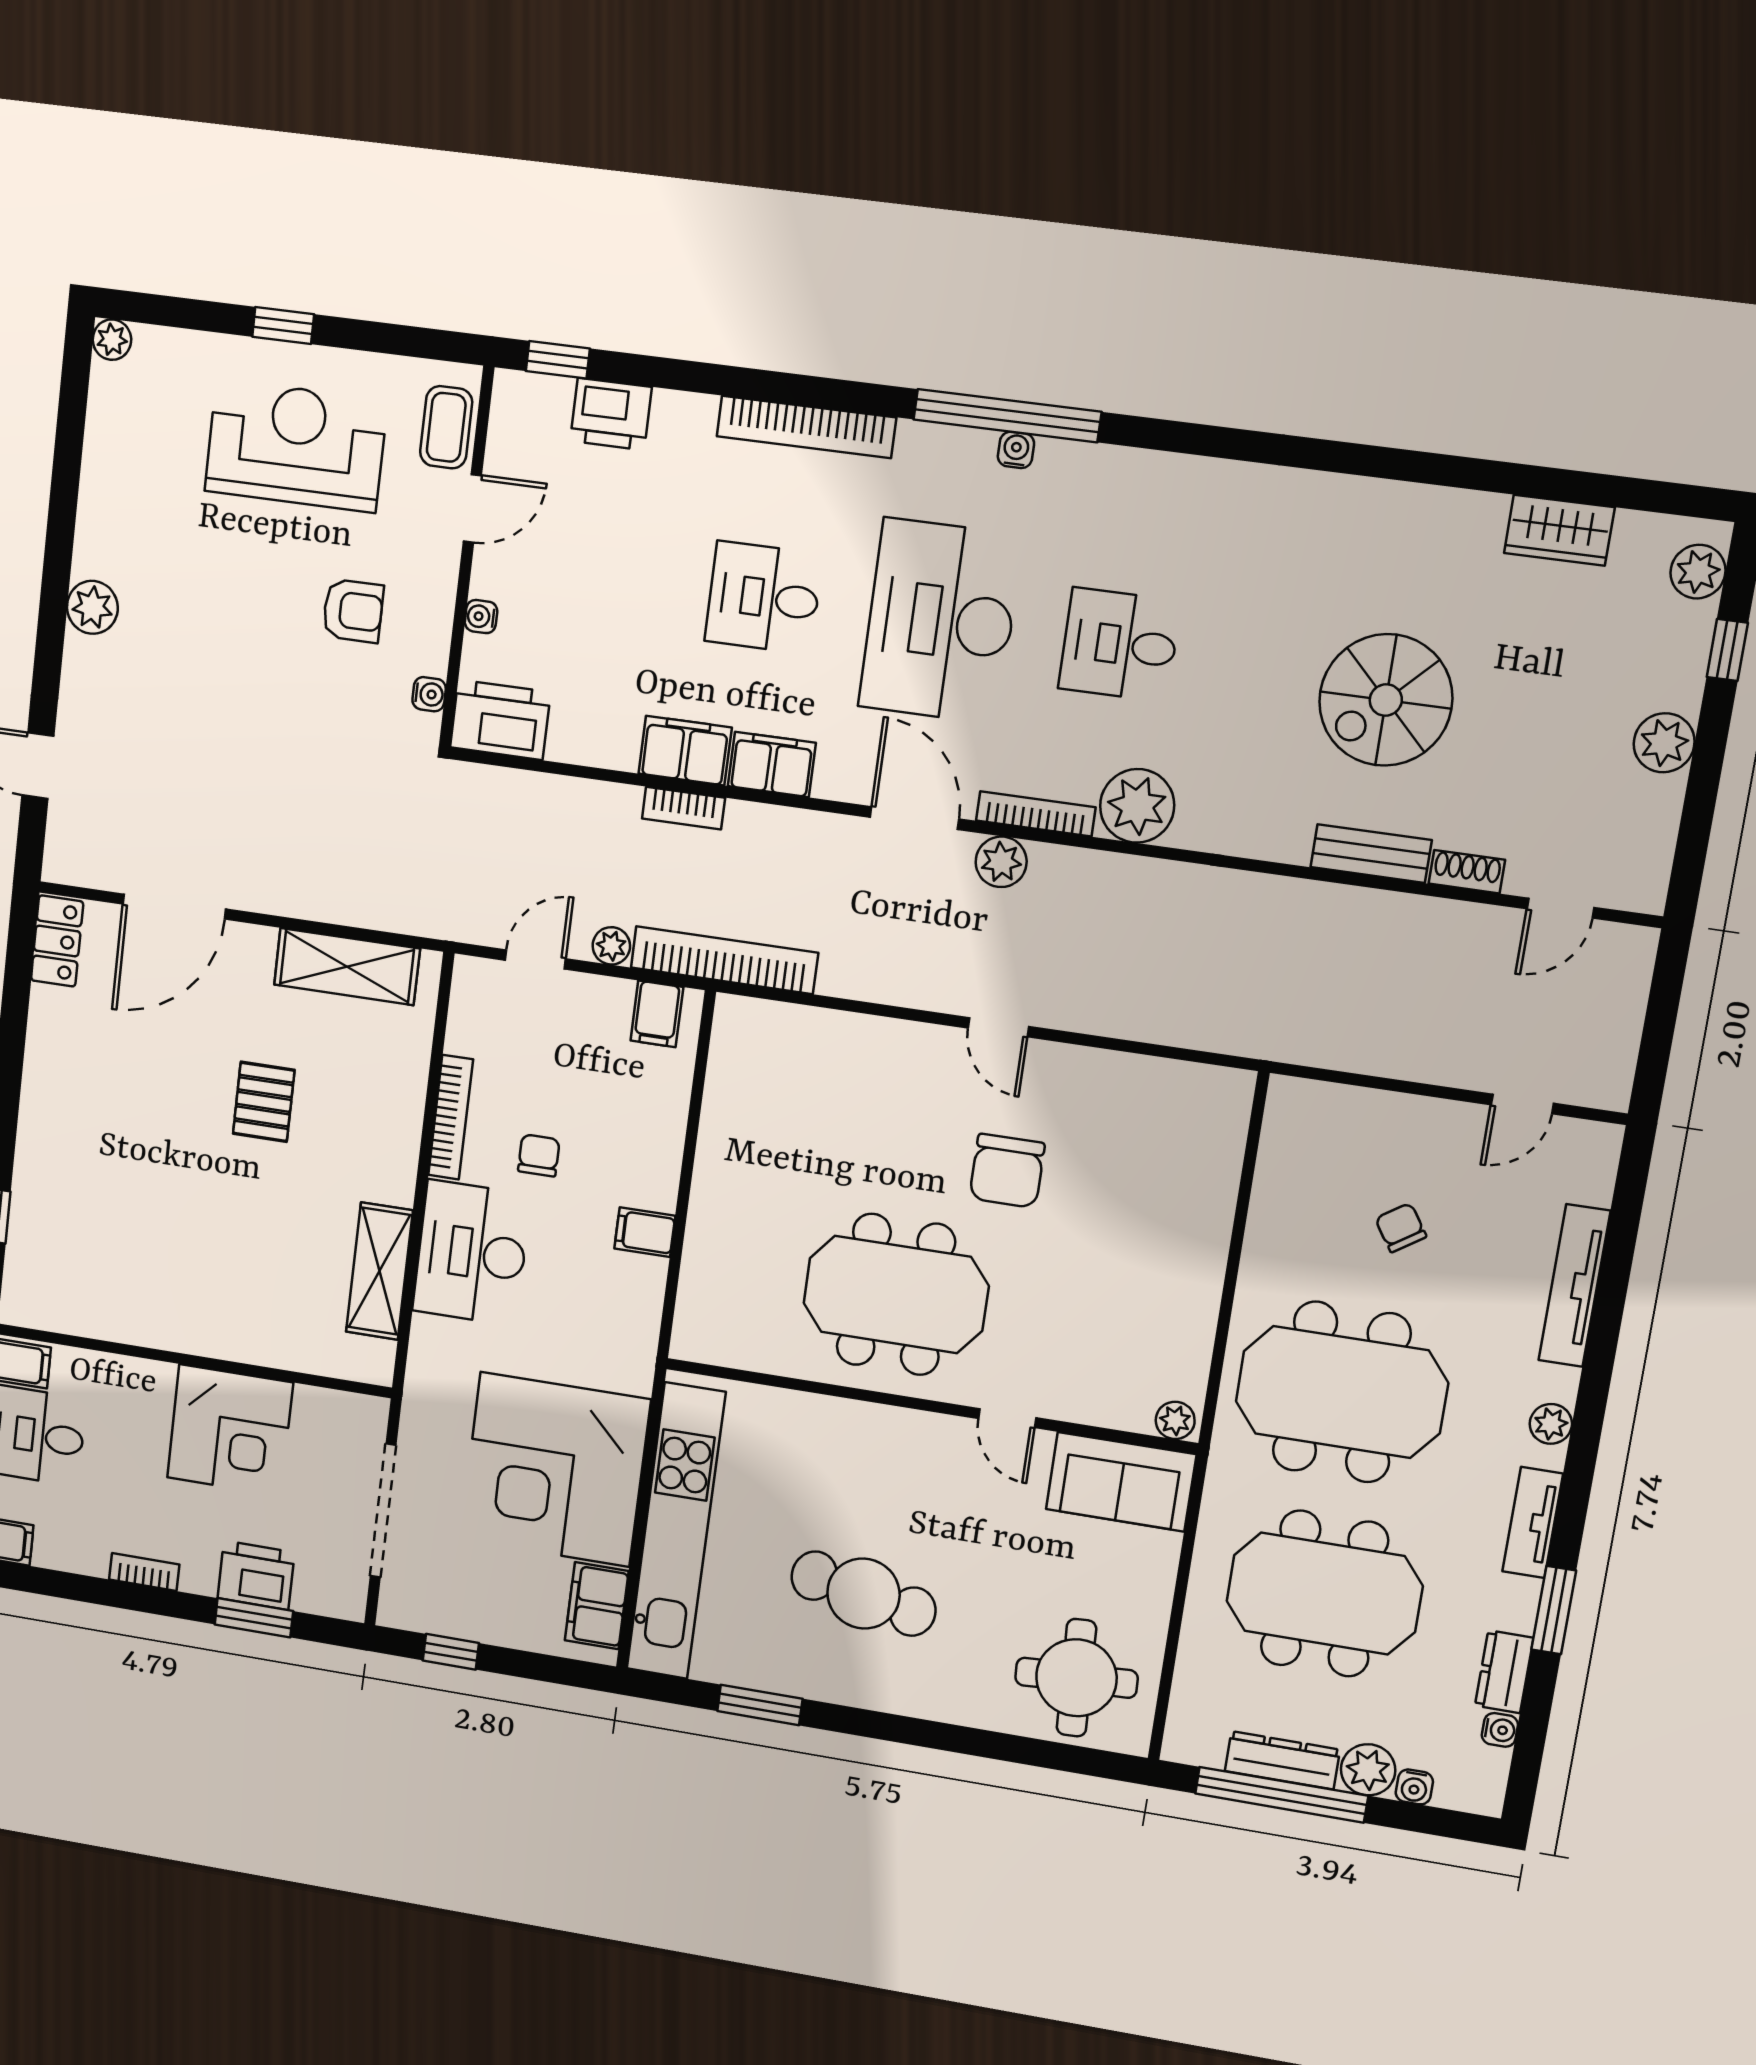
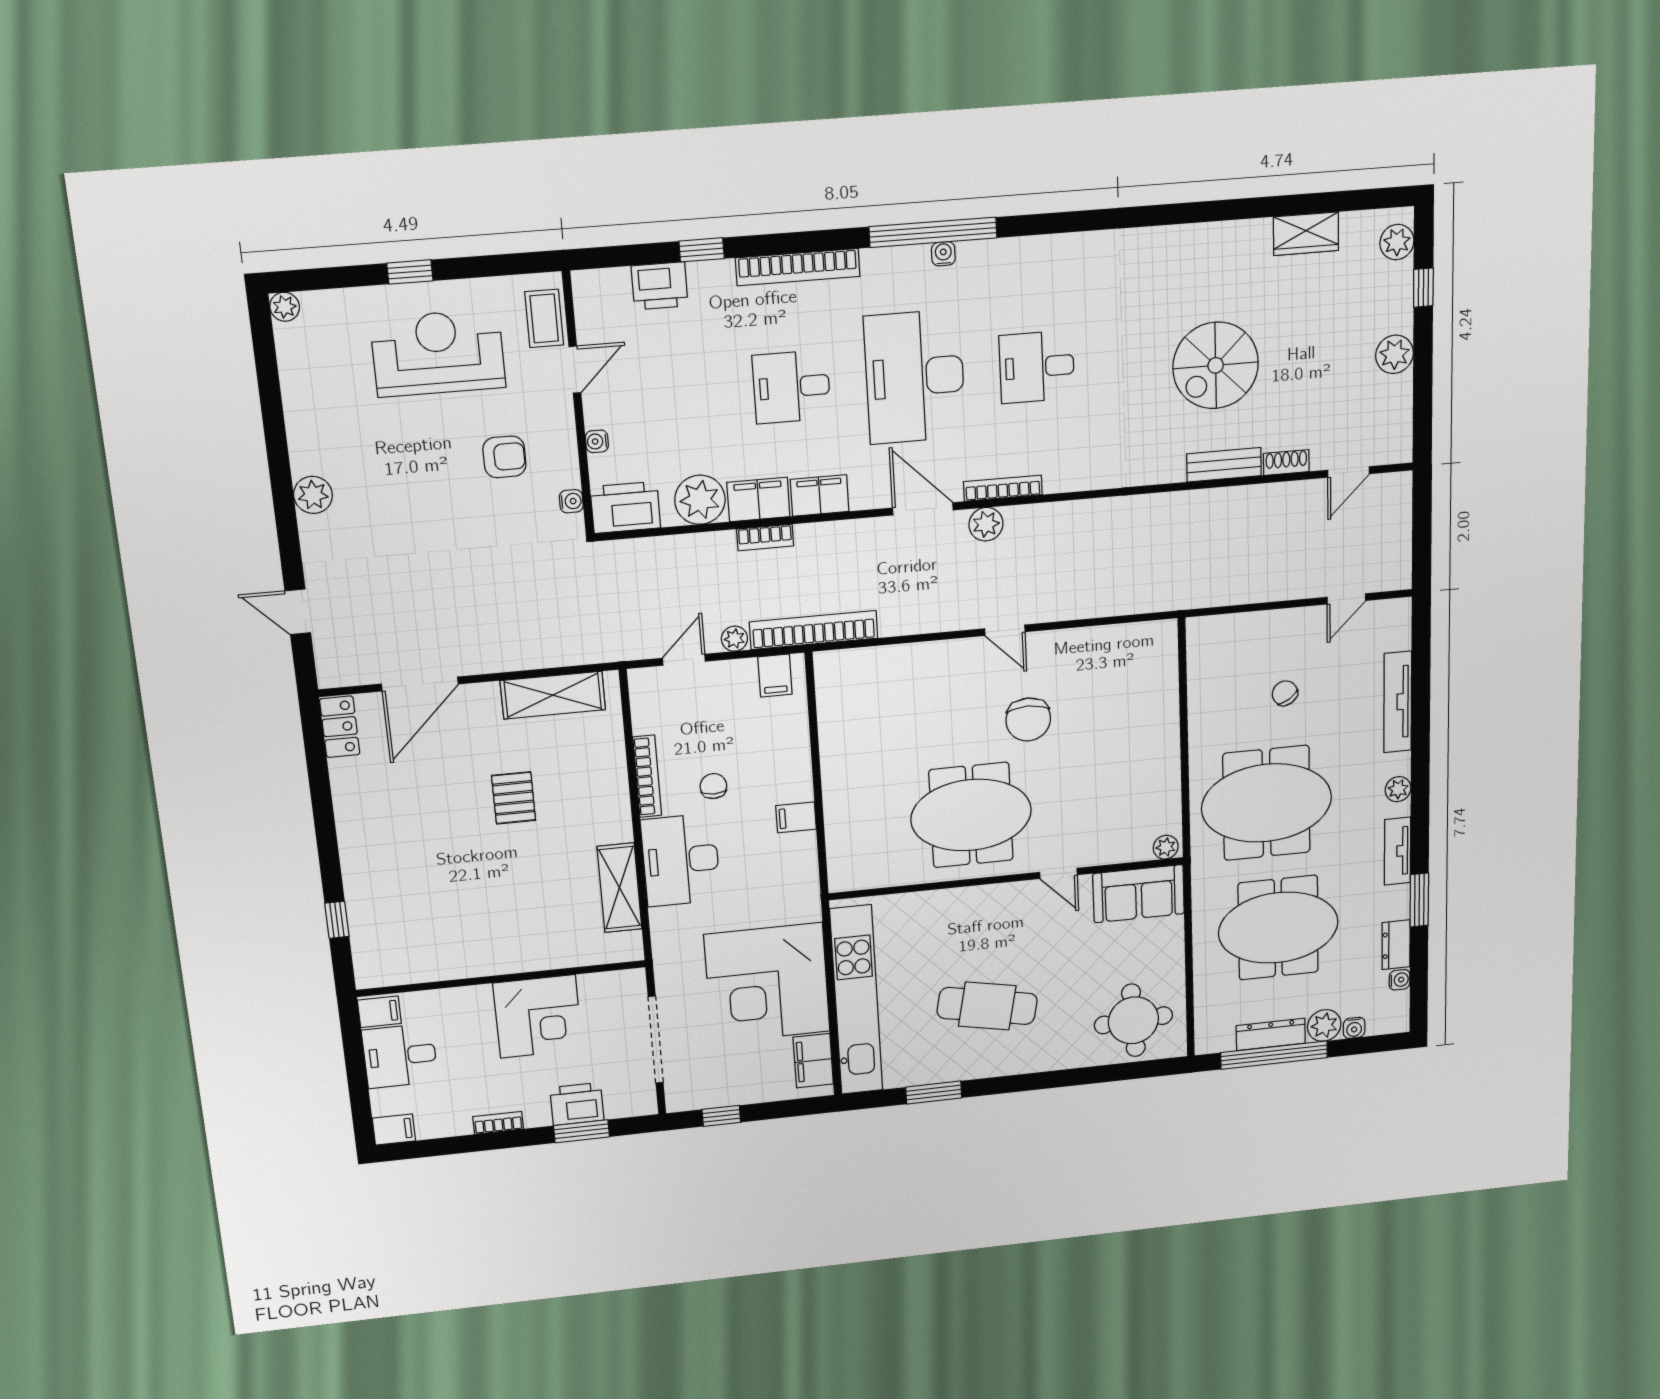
window: (558, 360) -> (702, 250), moved
plant: (1137, 806) -> (700, 500), moved

